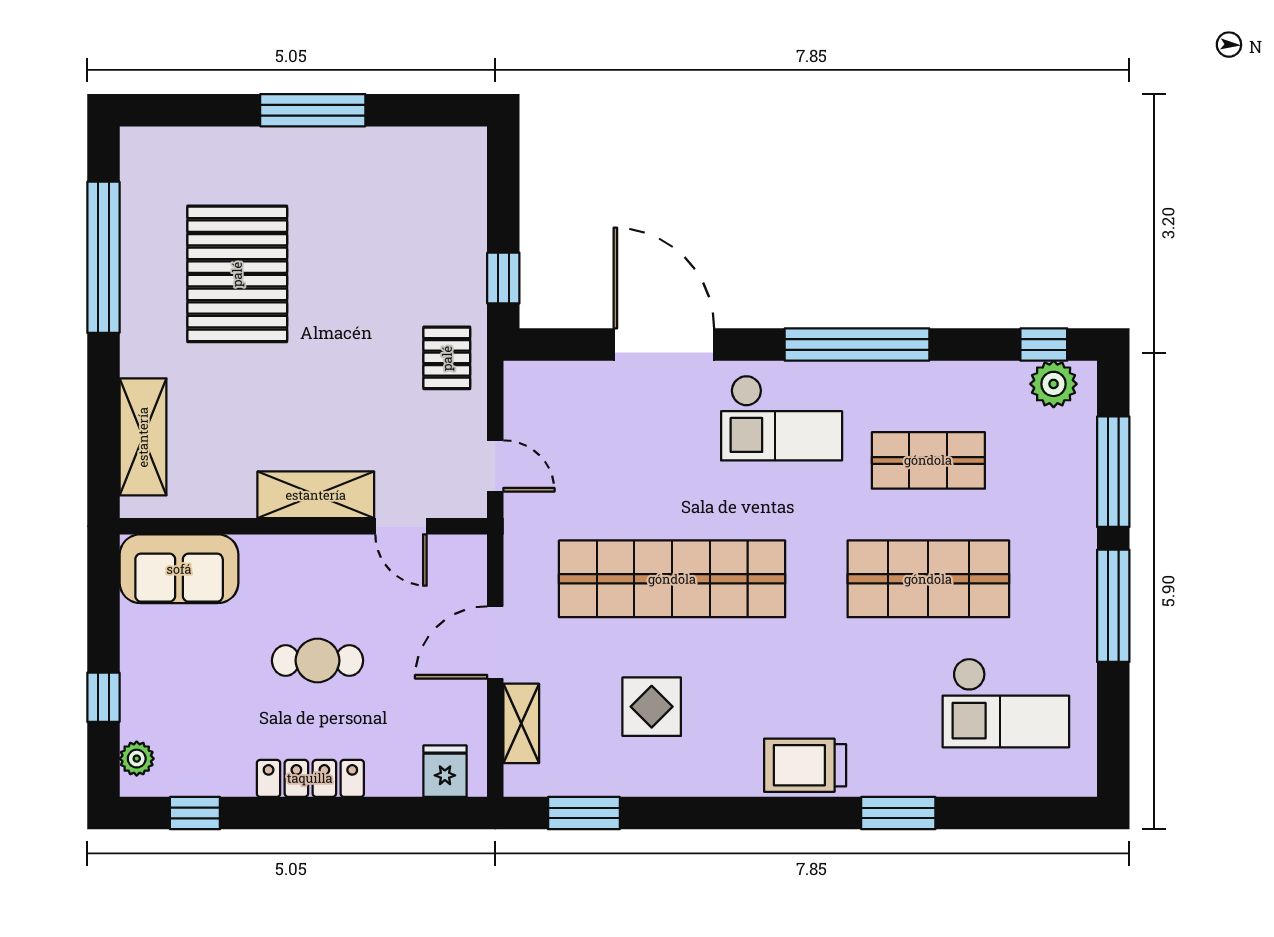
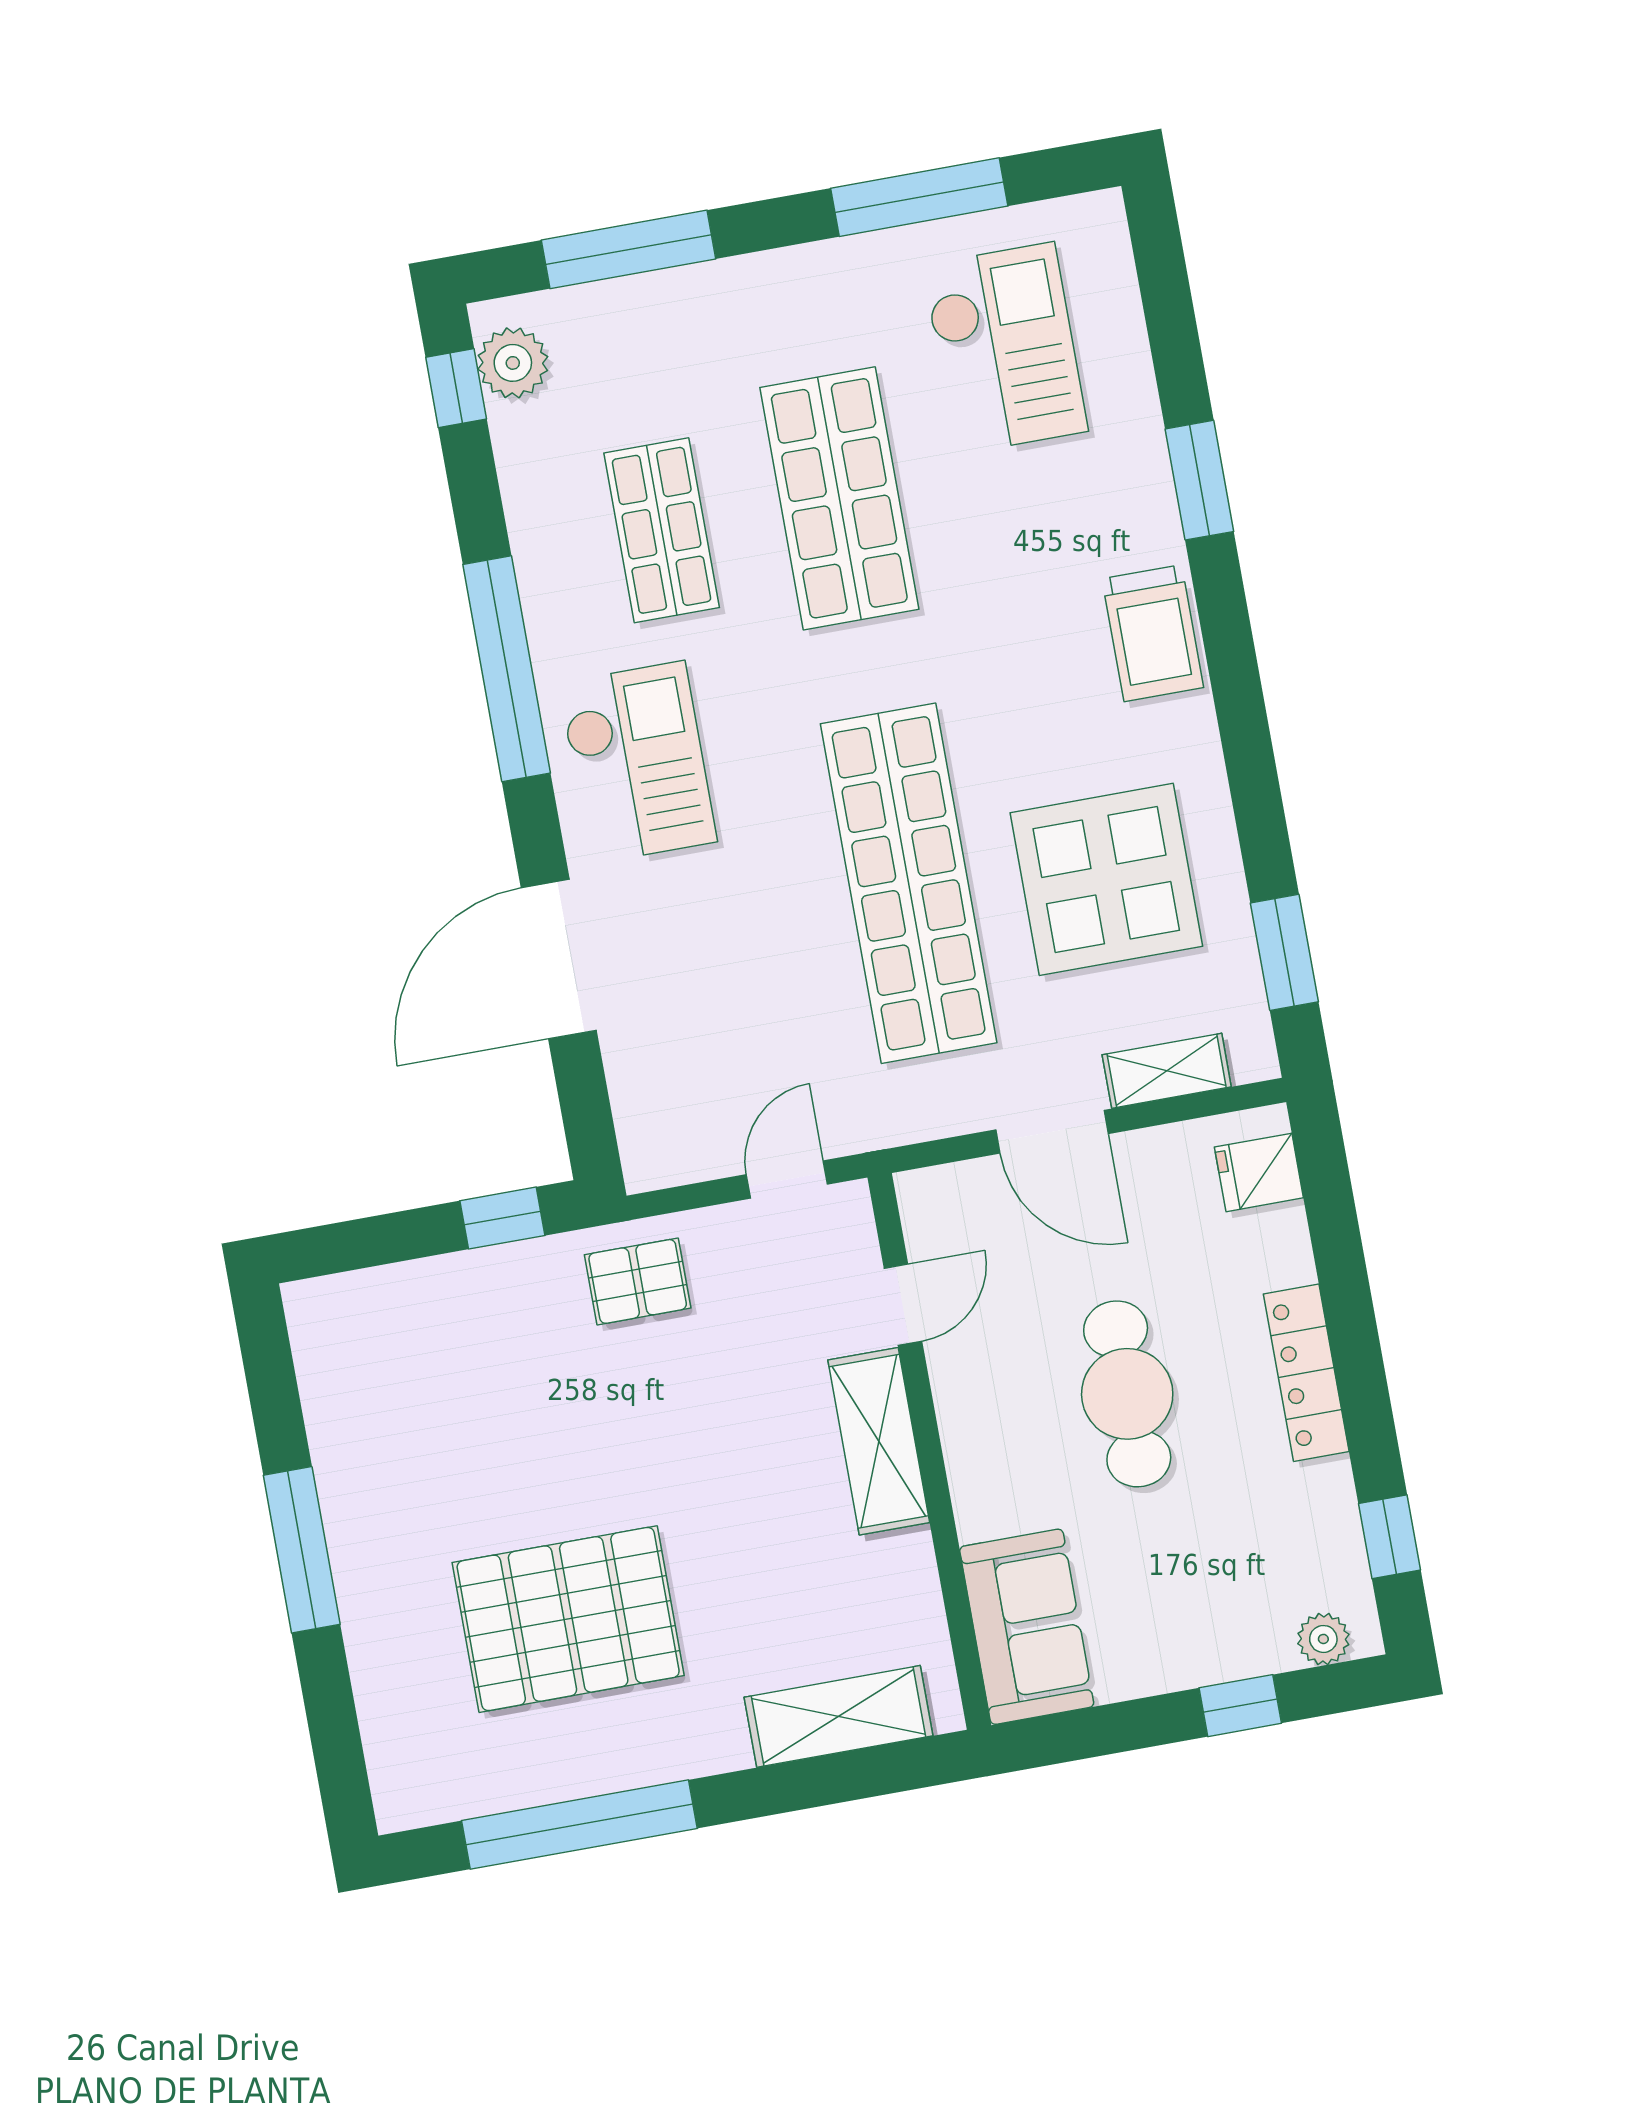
window: (1113, 606) -> (919, 197), moved
cafe table: (318, 661) -> (1127, 1394), width x1.37, depth x1.35
display table: (652, 707) -> (1106, 879), width x1.86, depth x1.86

